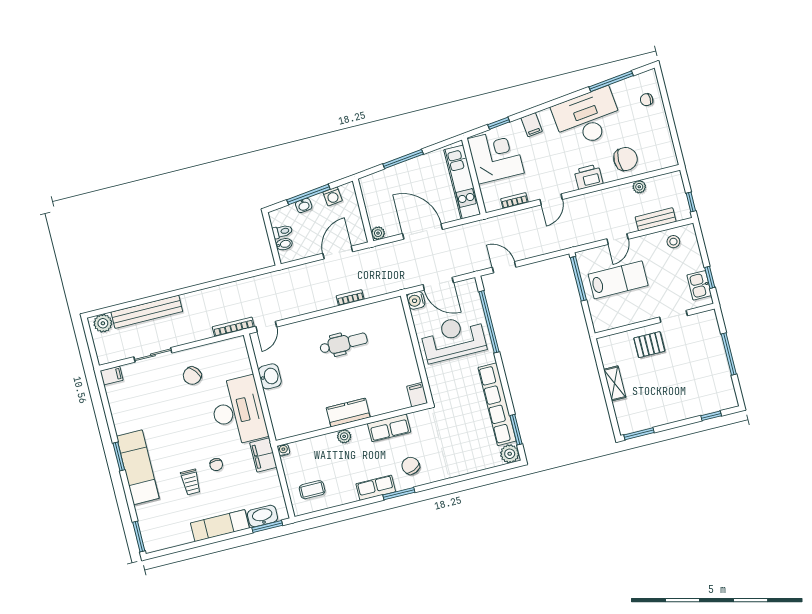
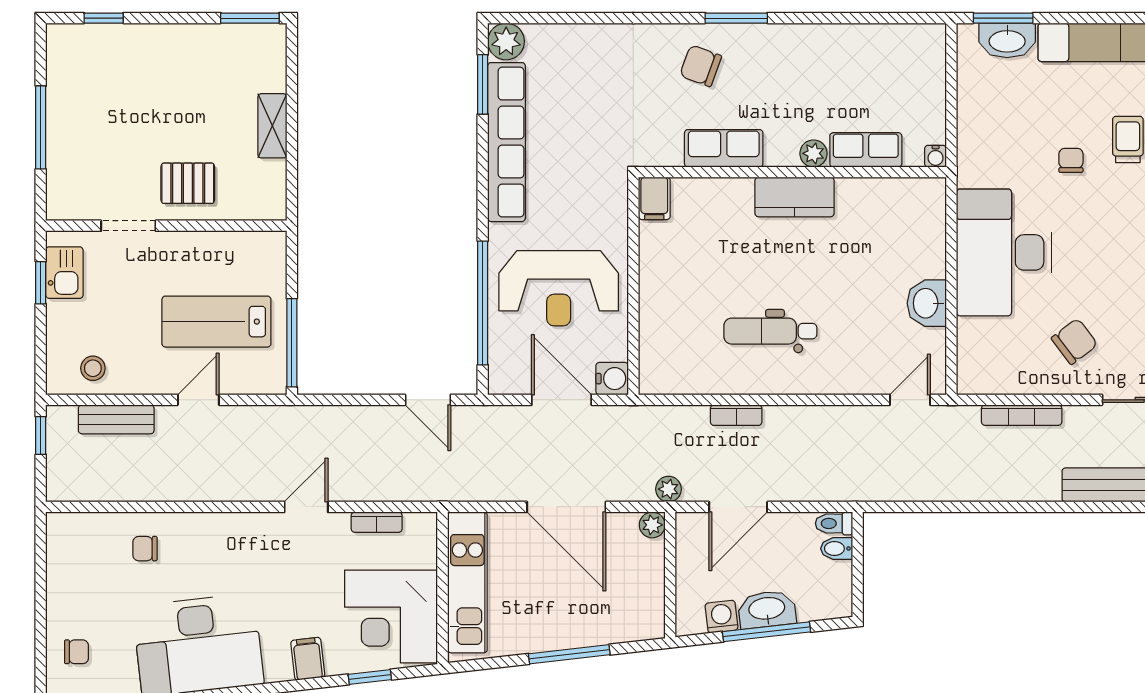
chair: (626, 159) -> (145, 549), width x0.54, depth x0.54
printer: (588, 177) -> (224, 532), removed
plant: (639, 187) -> (668, 489), moved
washbasin: (304, 205) -> (767, 609), width x1.91, depth x1.45
toilet: (282, 231) -> (834, 523), moved
bookcase: (233, 327) -> (1022, 415), moved
filing cabinet: (263, 455) -> (977, 156), removed
chair: (411, 466) -> (701, 66), turned 134
row of seats: (376, 488) -> (866, 150), moved, turned 180
coffee table: (312, 490) -> (900, 67), removed

